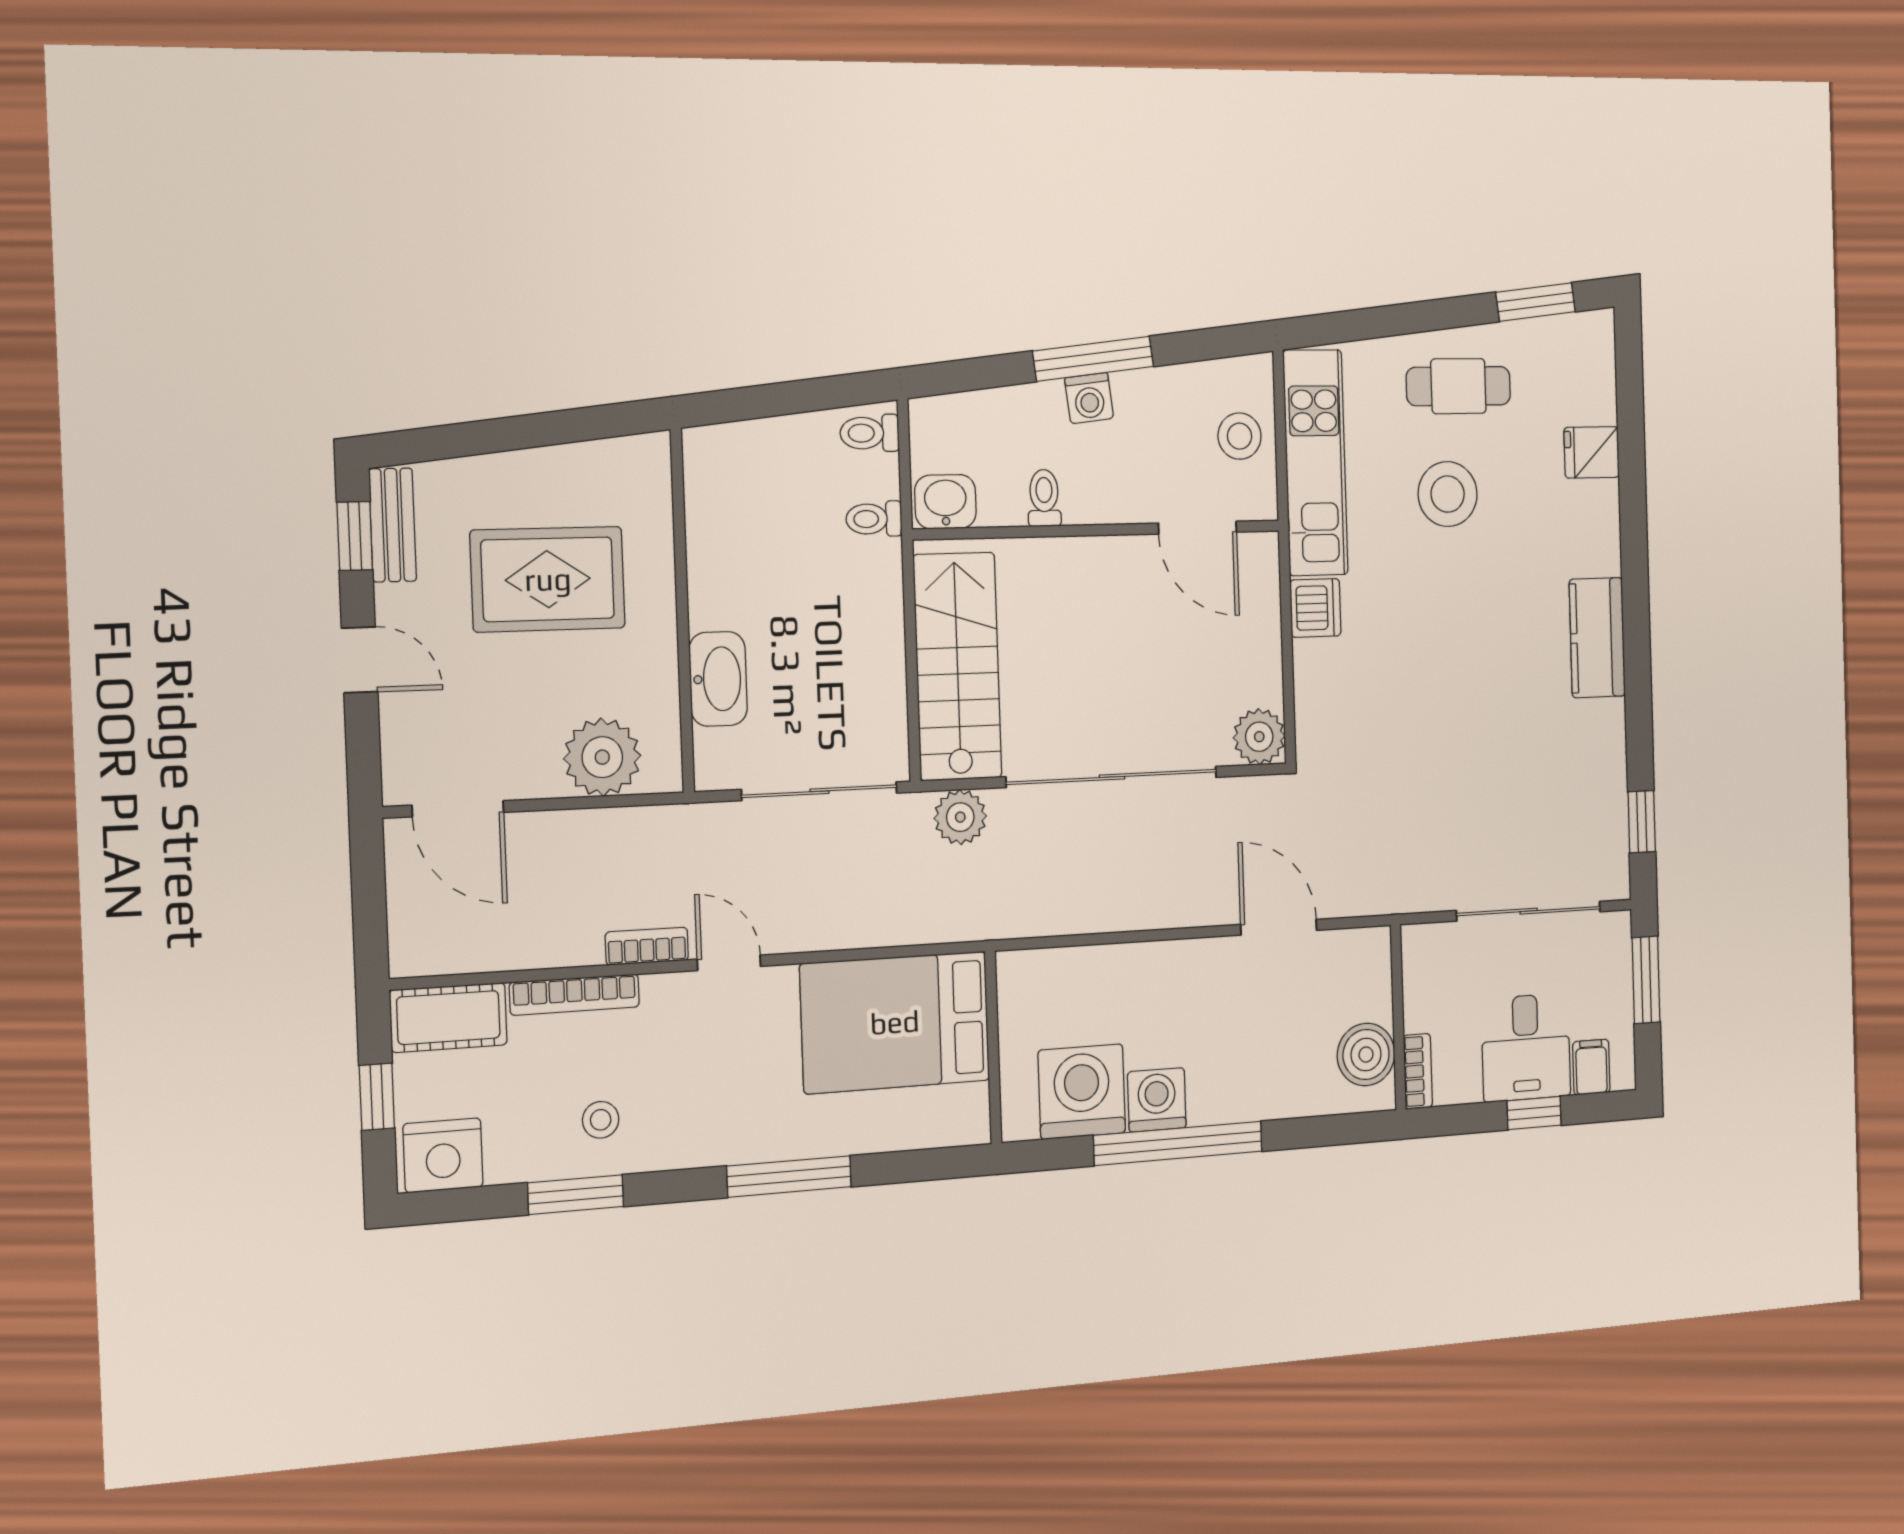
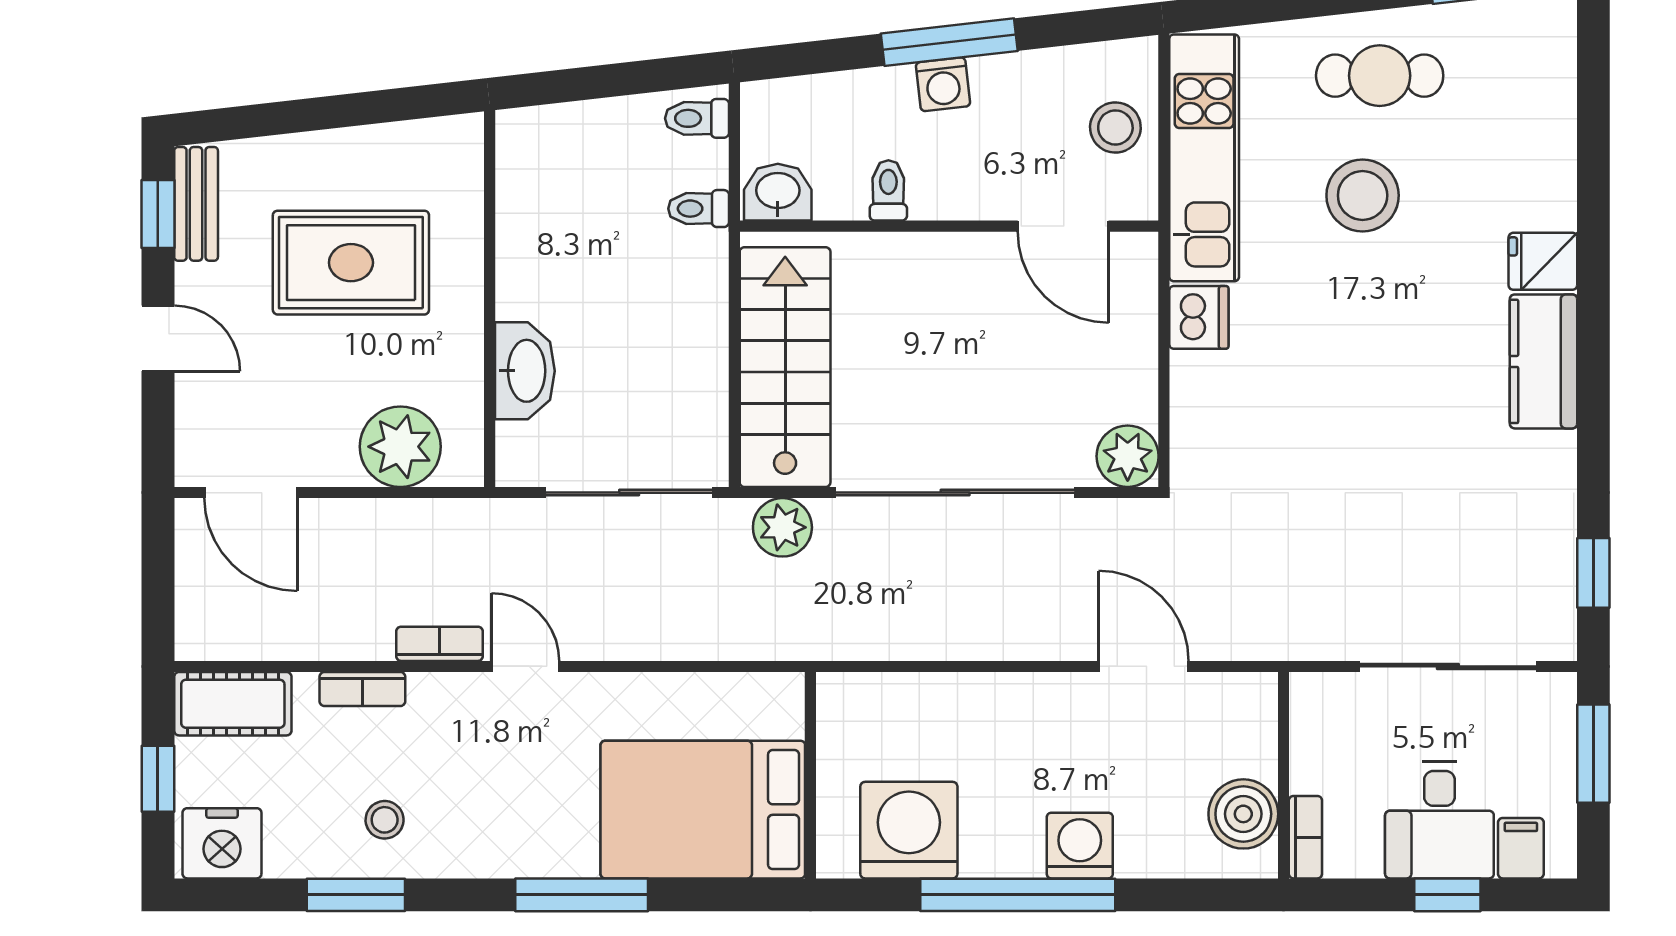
fridge: (1592, 452) -> (1543, 261), moved
bookcase: (575, 995) -> (362, 689), width x0.64
bed: (895, 1022) -> (703, 810), moved
washing machine: (1157, 1100) -> (1080, 846), moved

